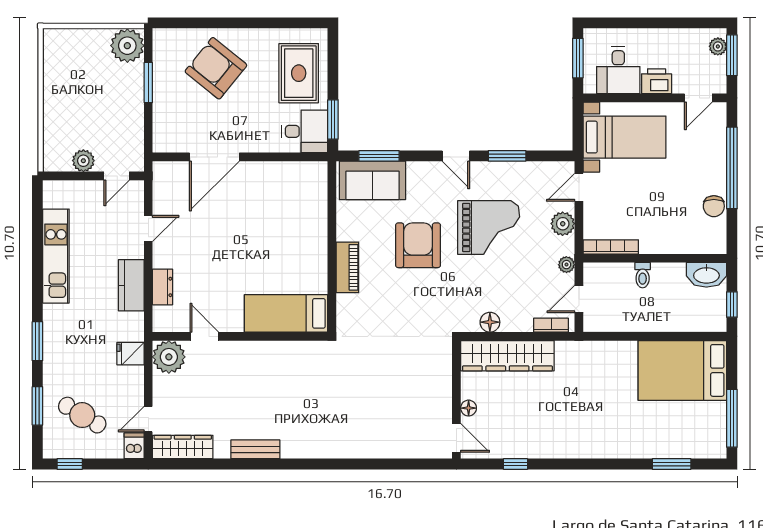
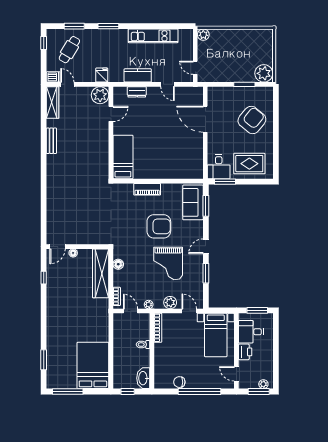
plant: (83, 161) -> (203, 35), moved

